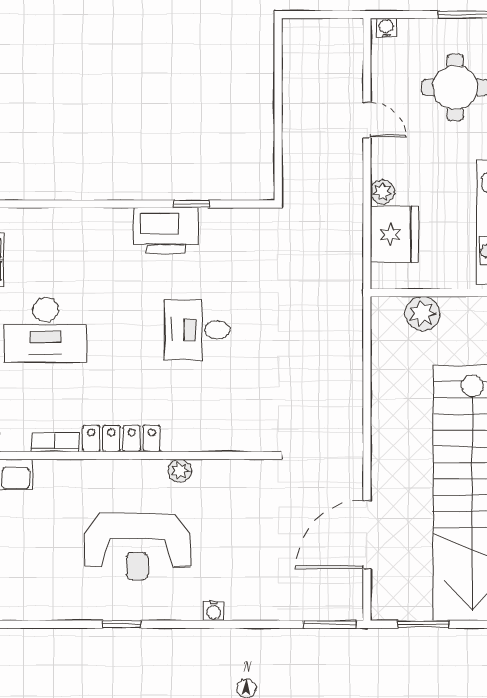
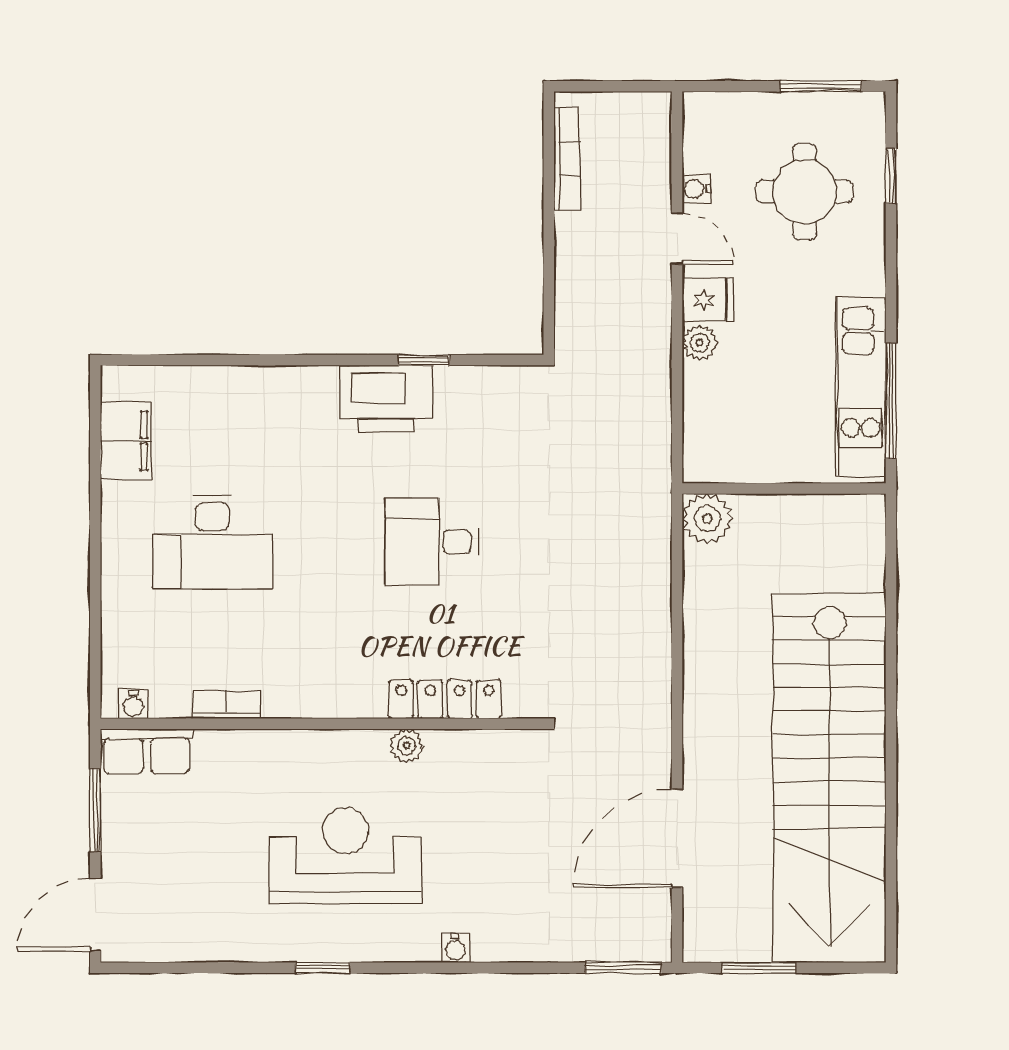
water cooler: (386, 28) -> (696, 189), moved, turned -90
bookcase: (291, 65) -> (567, 159), added
fridge: (394, 235) -> (708, 300), moved, width x0.53, depth x0.75
plant: (422, 314) -> (707, 519), moved
locker: (121, 439) -> (445, 699), moved
reception desk: (137, 547) -> (345, 856), turned 180

